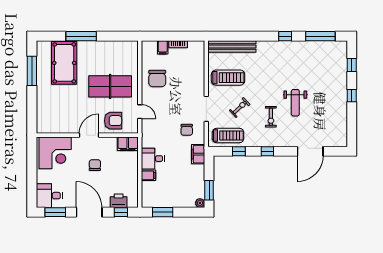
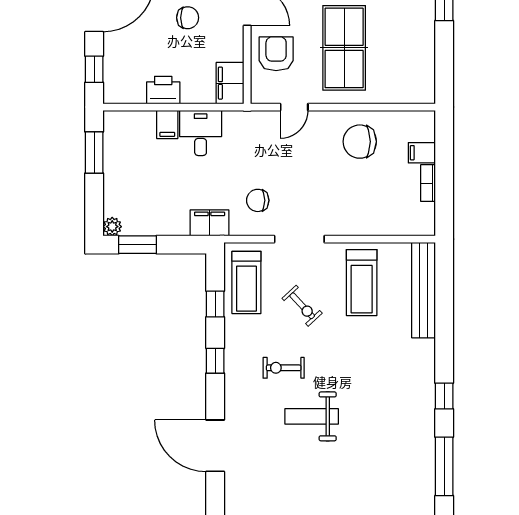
armchair: (113, 121) -> (276, 54), turned 180
printer: (119, 201) -> (163, 90), moved, turned -90

